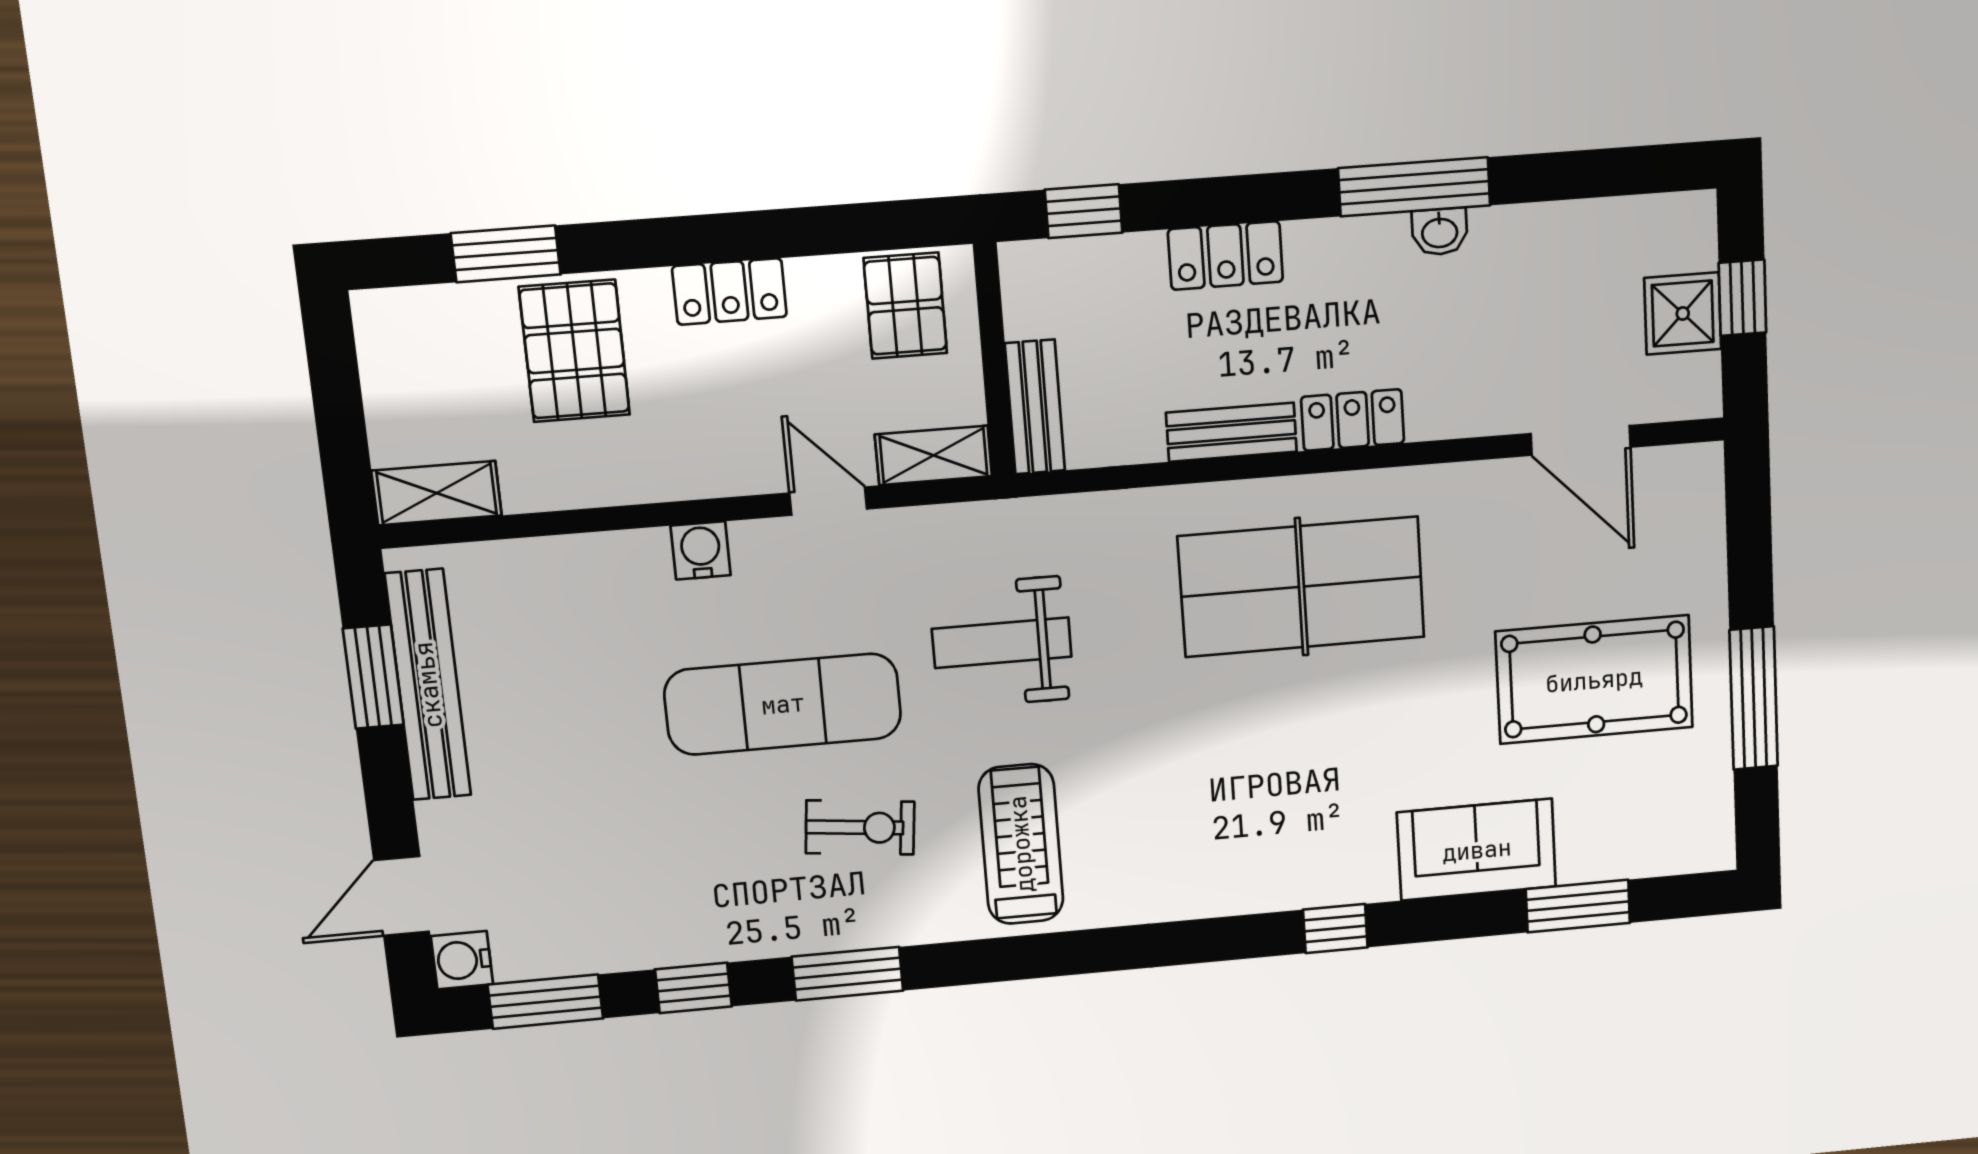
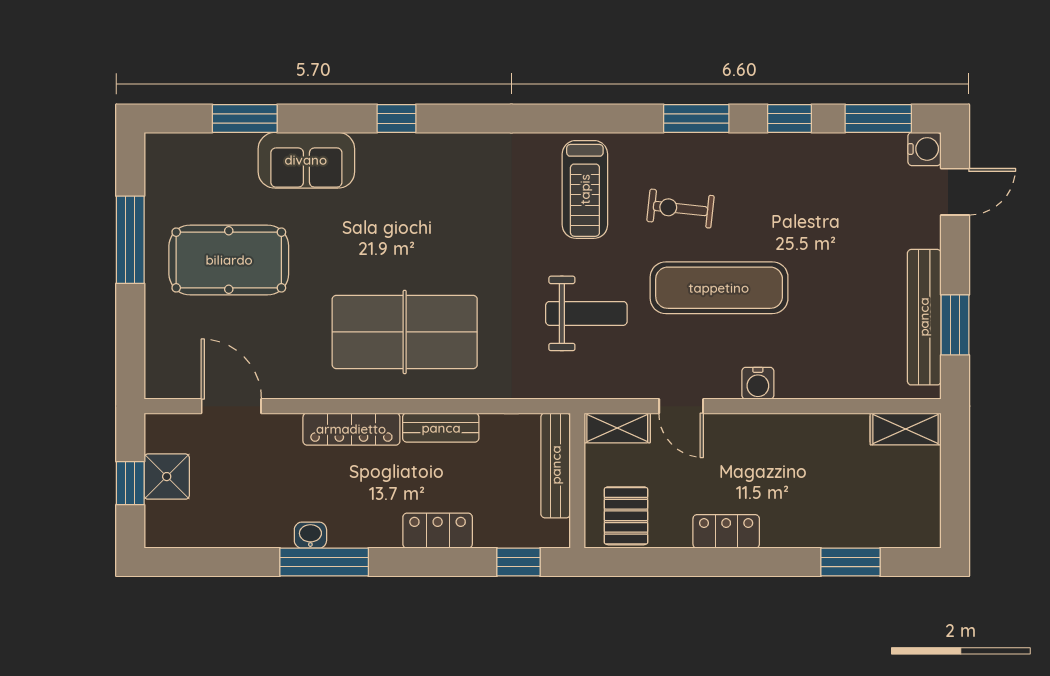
pallet: (574, 351) -> (818, 504), removed
bench: (1035, 407) -> (556, 465), width x1.36
locker: (1353, 420) -> (351, 429), width x1.53

